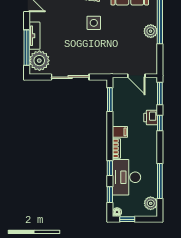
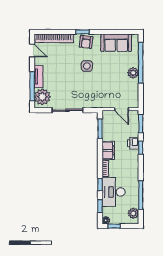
filing cabinet: (120, 132) -> (108, 150), width x2.00

